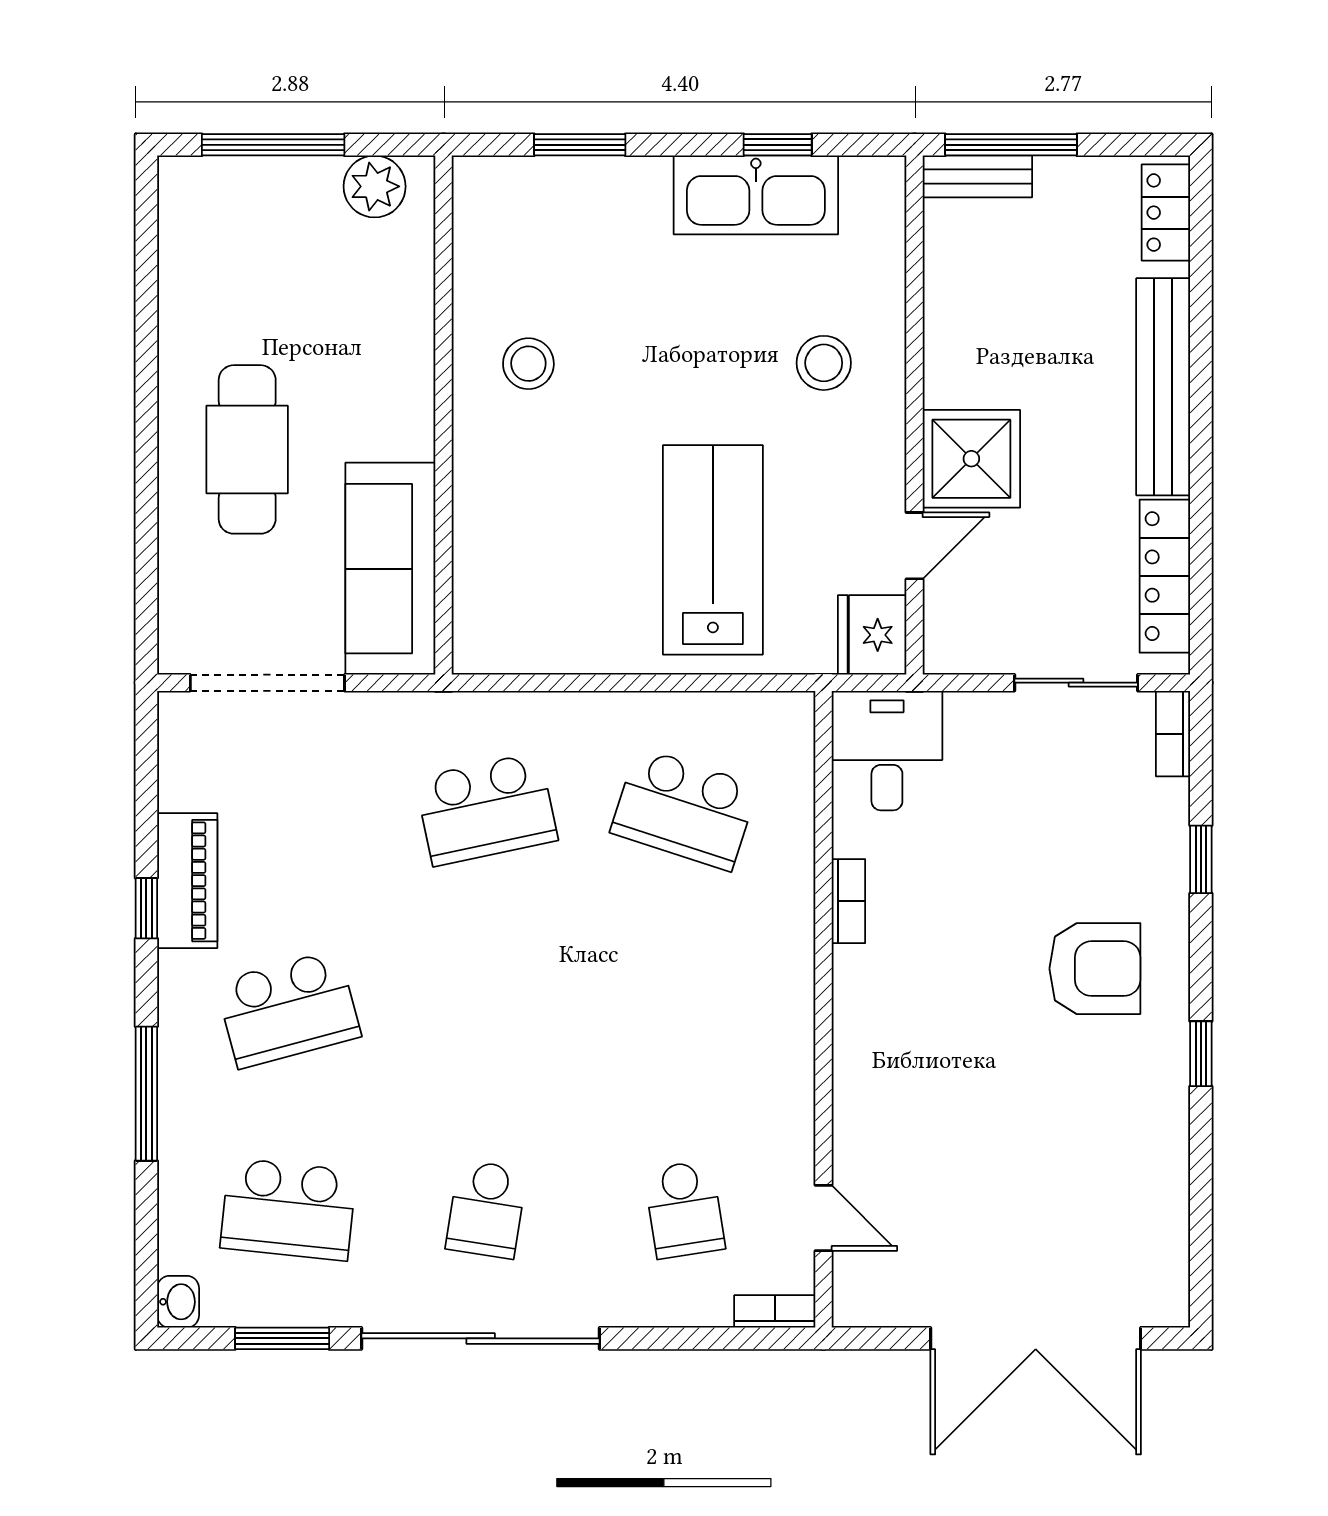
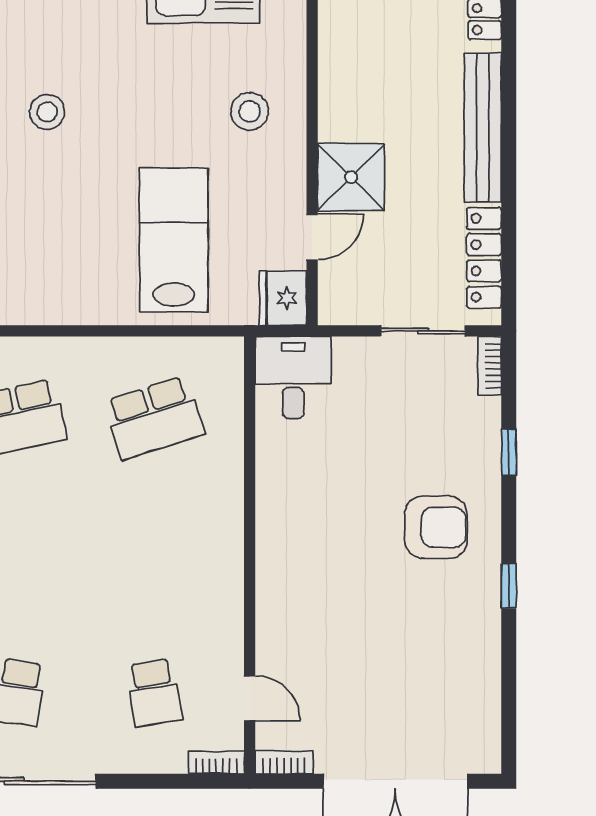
school desk: (684, 809) -> (154, 418), turned -36
bookcase: (848, 901) -> (284, 762), moved, turned -90

